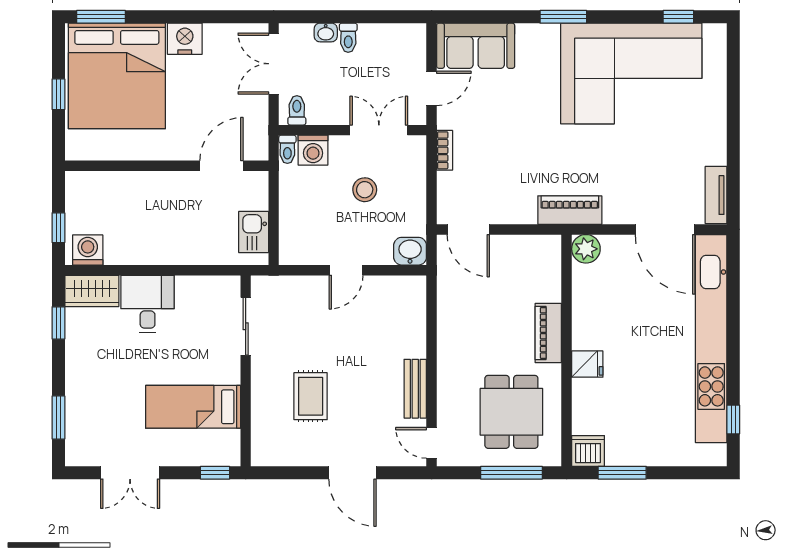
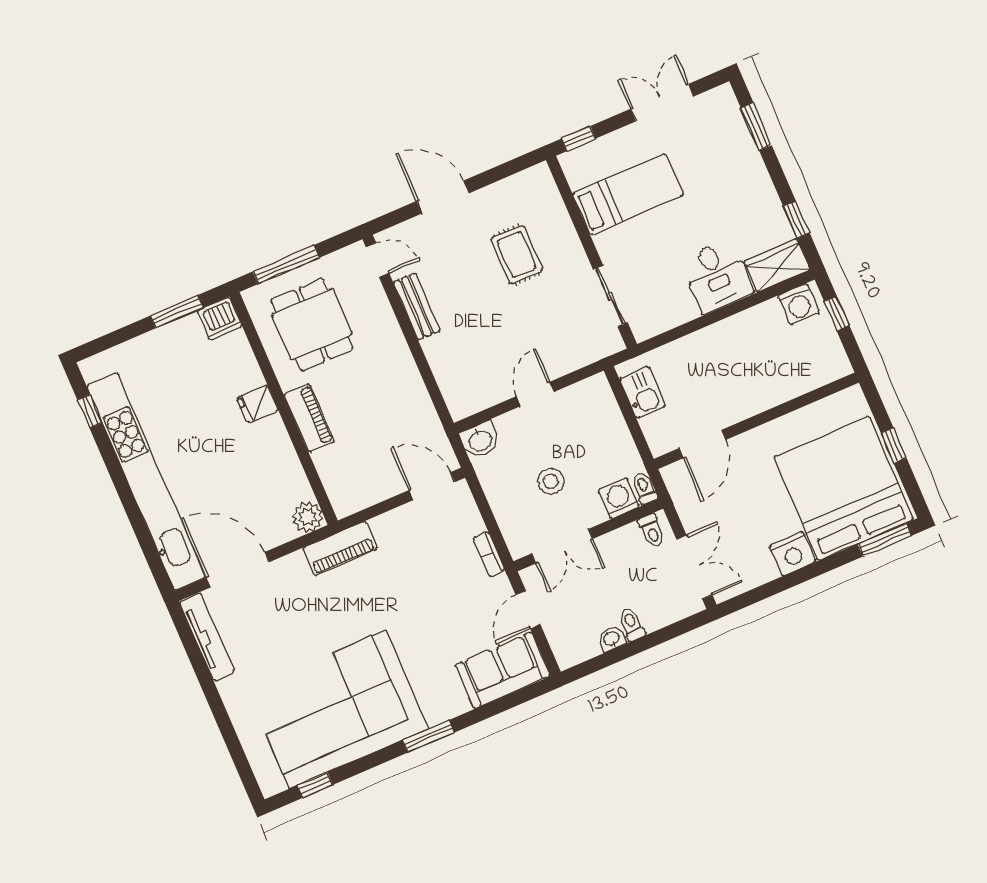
washbasin: (326, 32) -> (612, 639), moved
tv unit: (716, 195) -> (207, 637), width x1.41

